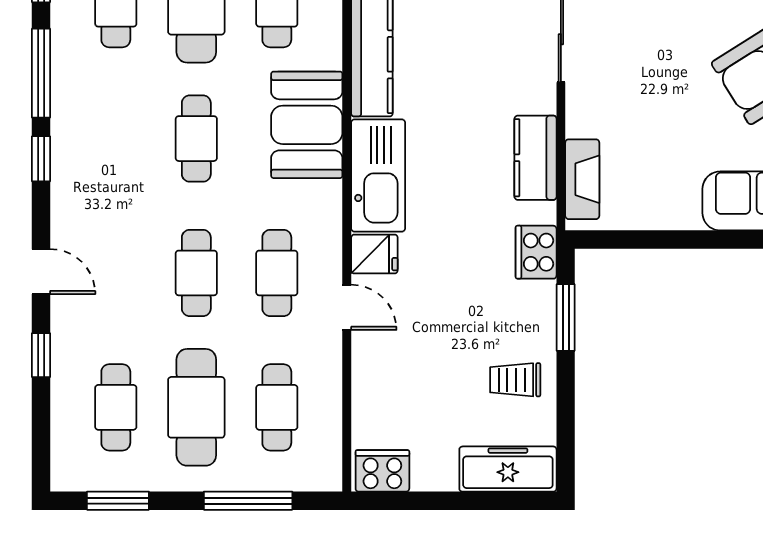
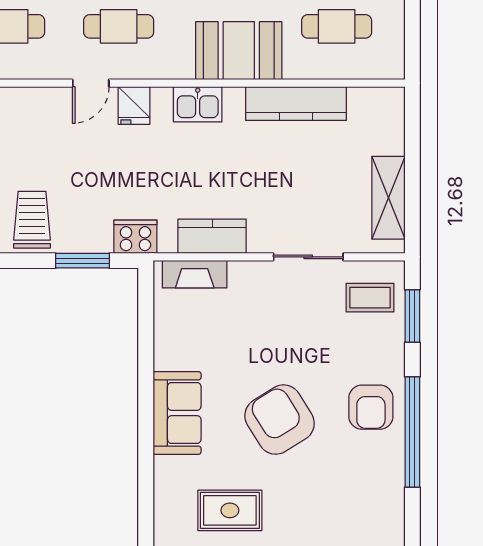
kitchen sink: (378, 176) -> (198, 104), width x0.53, depth x0.81
trolley: (515, 380) -> (32, 220), width x1.36, depth x1.39

